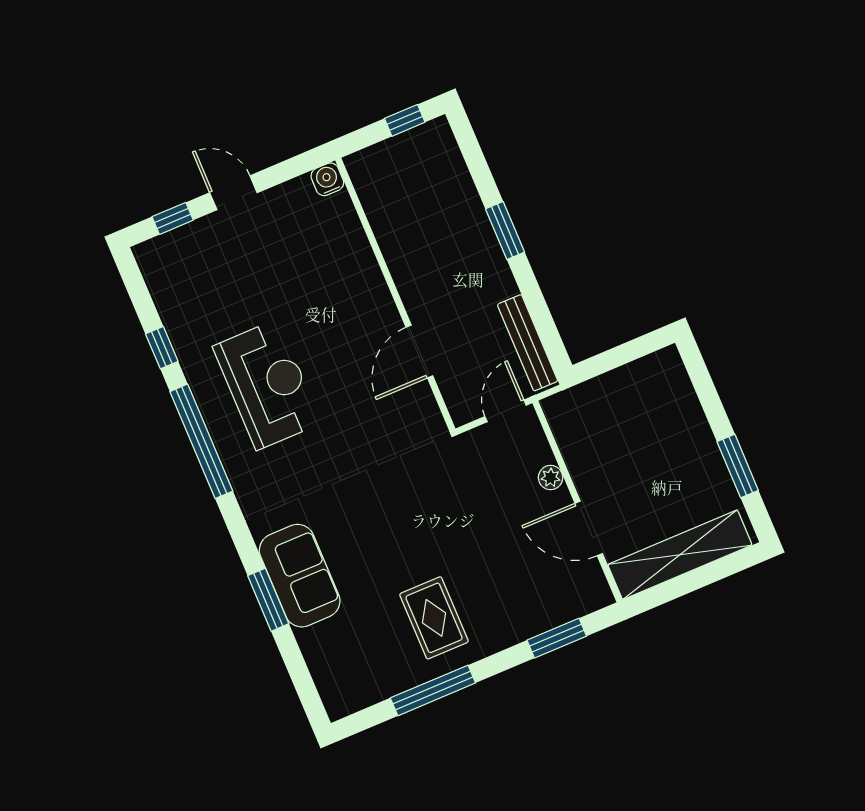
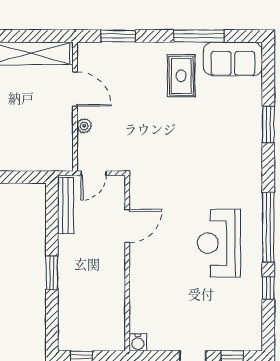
sofa: (300, 576) -> (233, 59), moved, turned -90

